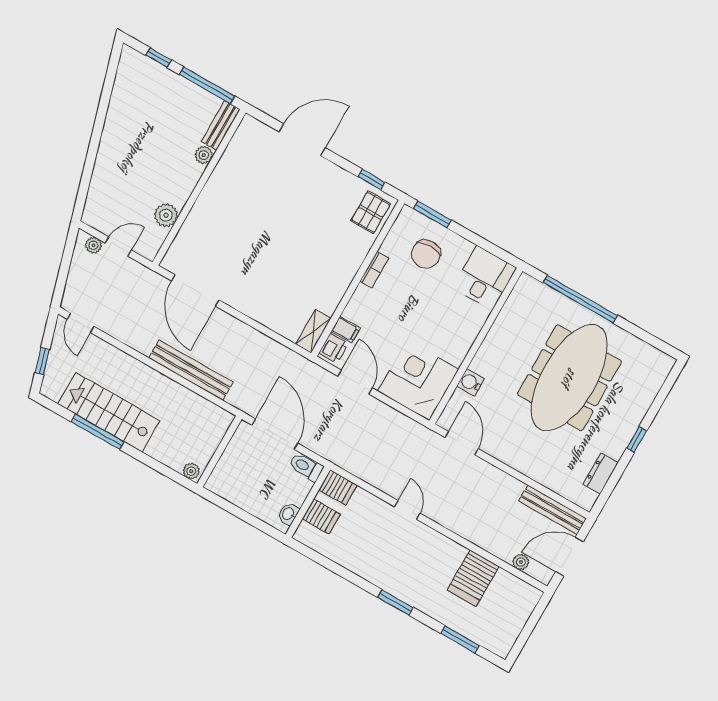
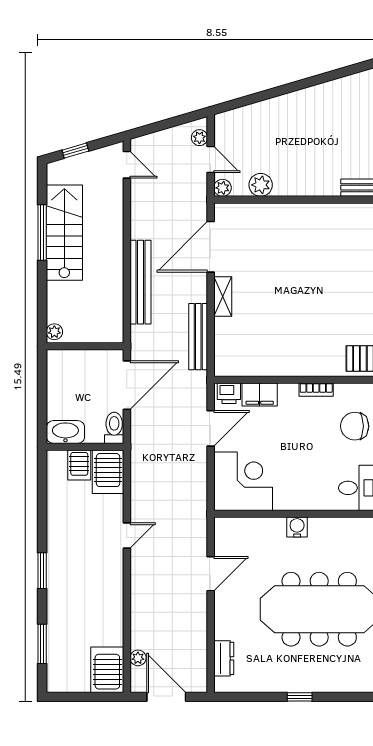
plant: (204, 155) -> (222, 188), moved
door: (81, 323) -> (127, 165), swing flipped
filing cabinet: (346, 330) -> (260, 395), width x2.00
shelving: (313, 331) -> (223, 296), moved, turned 90
water cooler: (470, 382) -> (297, 527), moved
door: (462, 443) -> (211, 574), moved
dresser: (601, 474) -> (224, 658), moved, turned 90
server rack: (338, 487) -> (108, 472), width x1.36, depth x1.44
bench: (553, 510) -> (198, 337), moved
washbasin: (288, 514) -> (65, 432), width x1.91, depth x1.45
server rack: (473, 578) -> (107, 670), moved, turned 90

